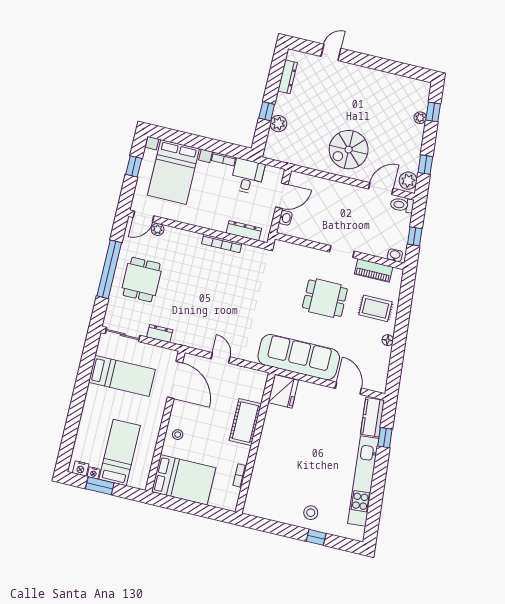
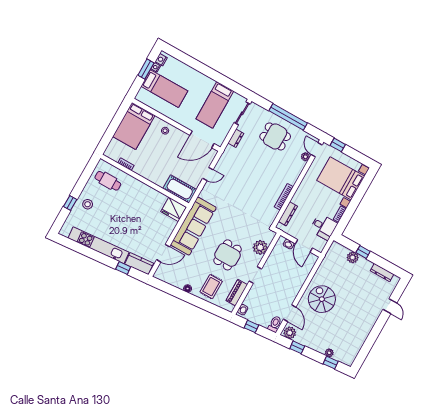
window: (134, 166) -> (338, 145), moved
plant: (301, 256) -> (260, 247), added
cot: (245, 422) -> (180, 189), moved
cafe table: (270, 494) -> (108, 181), added

